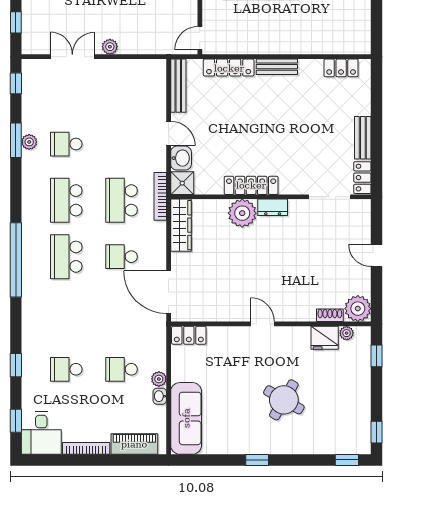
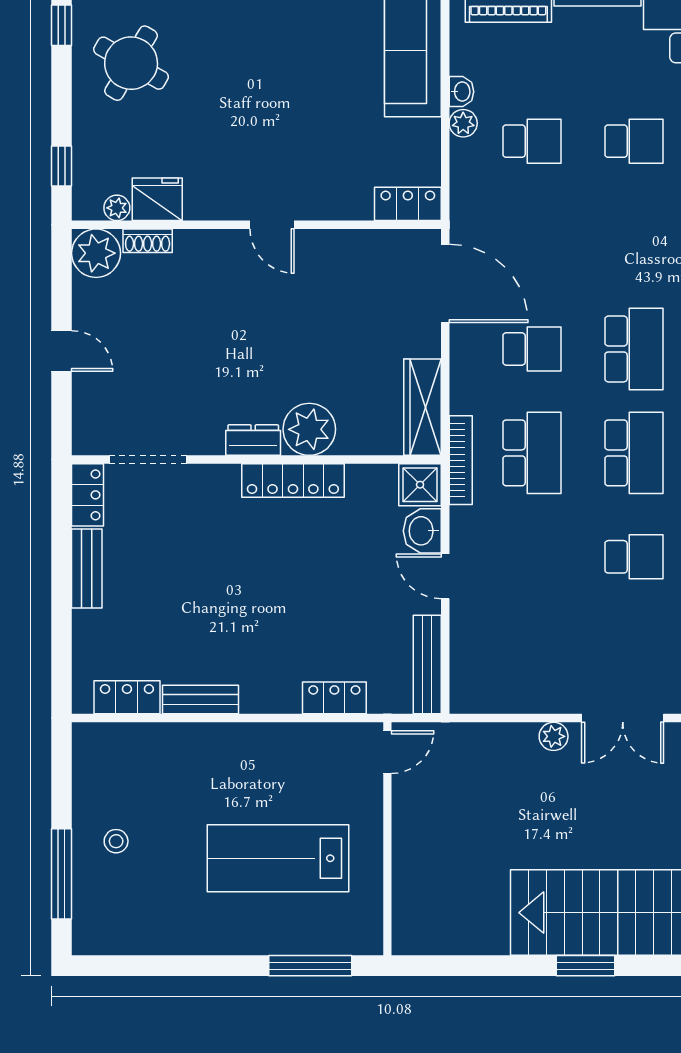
bench: (277, 67) -> (201, 699), moved
locker: (229, 68) -> (334, 698), width x0.66
round table: (284, 400) -> (131, 63), moved

